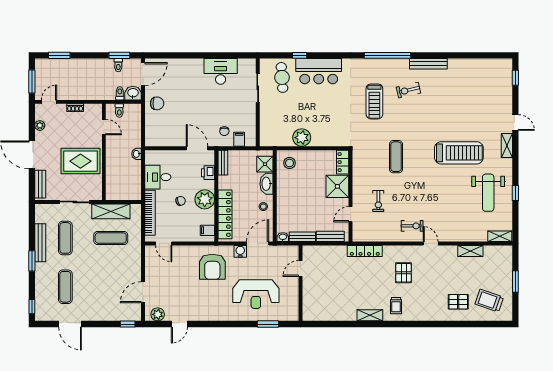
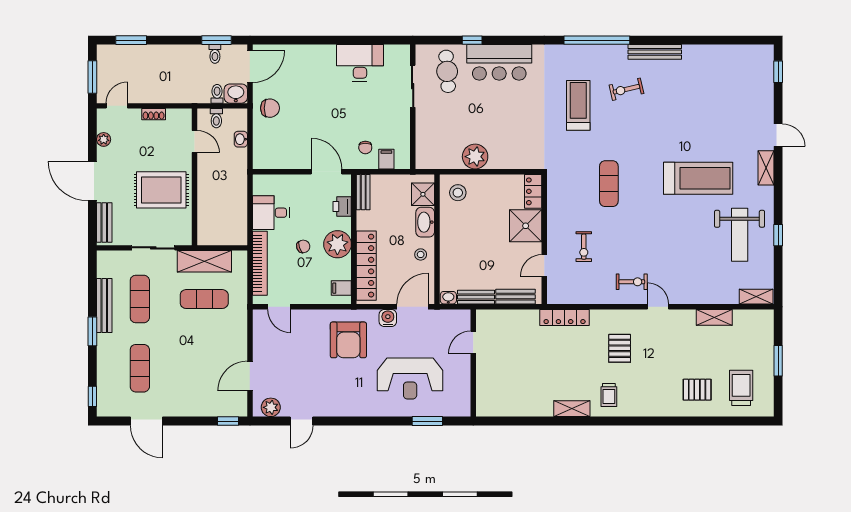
treadmill: (374, 101) -> (578, 105), turned 180
washbasin: (137, 154) -> (241, 139), moved
trolley: (489, 301) -> (741, 388), turned 71

